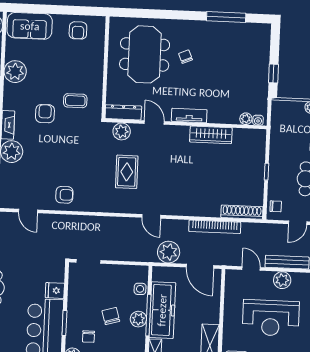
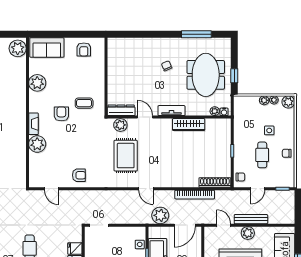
meeting table: (145, 54) -> (206, 75), moved
rug: (127, 172) -> (126, 156), width x1.36, depth x1.43
door: (200, 266) -> (185, 225), hinge flipped

